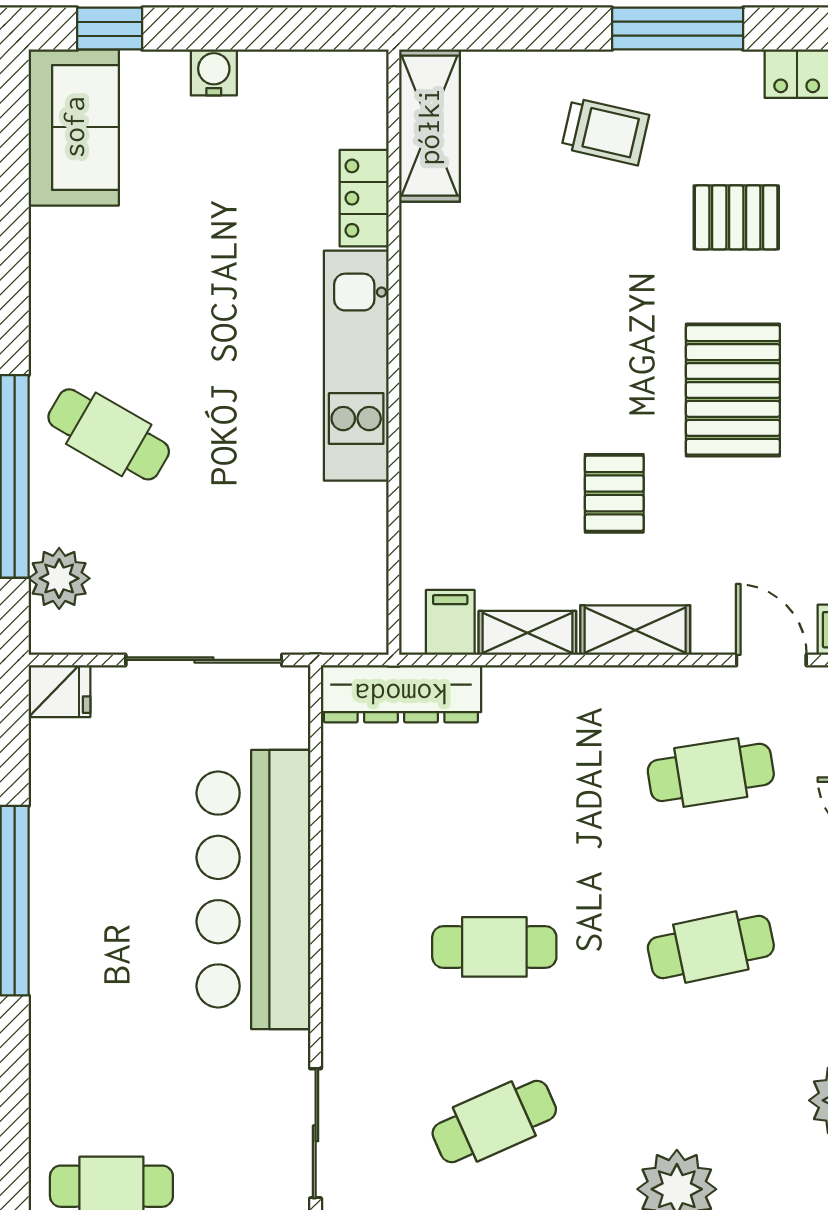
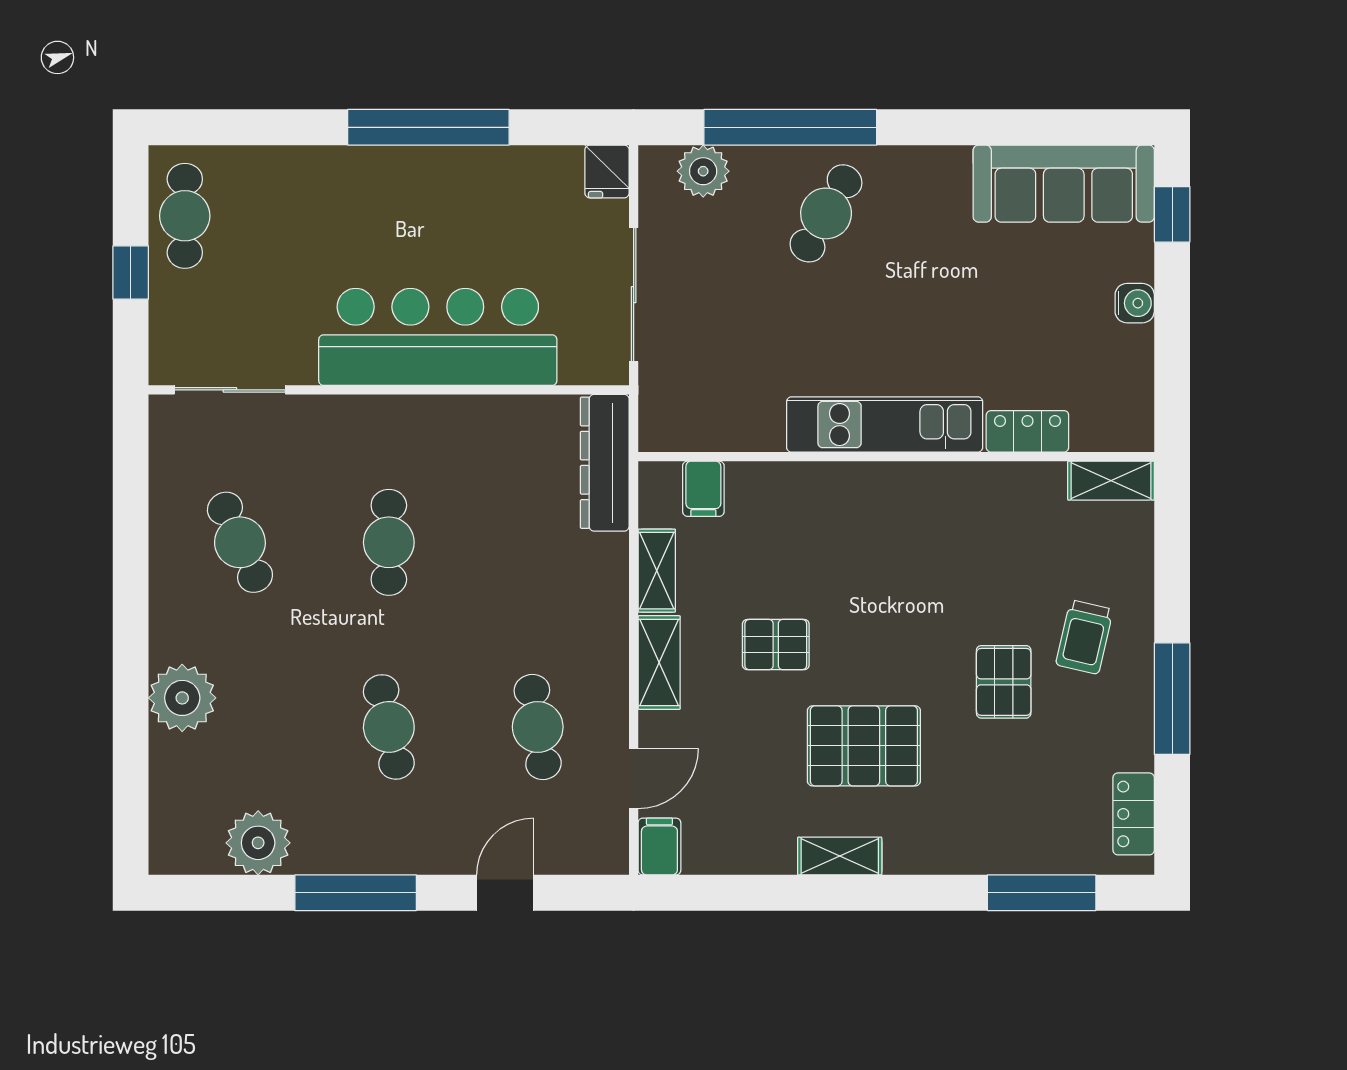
shelving: (429, 126) -> (1111, 481), width x0.67, depth x0.75
sofa: (74, 127) -> (1064, 184), width x1.36
pallet: (736, 217) -> (1004, 682), moved
filing cabinet: (450, 622) -> (703, 489), moved, turned 90

